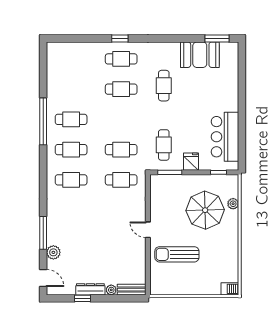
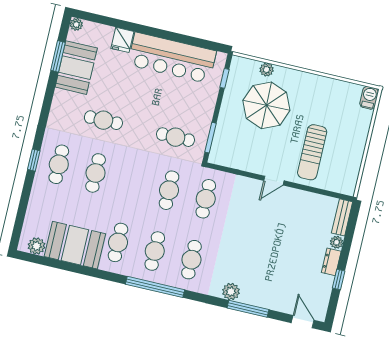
window: (217, 39) -> (58, 56), moved
plant: (234, 47) -> (76, 24), added
plant: (53, 56) -> (36, 246), added
booth: (61, 86) -> (75, 245), added
window: (43, 121) -> (155, 287), moved
bar counter: (225, 137) -> (172, 58), width x1.36
fridge: (191, 162) -> (122, 40), moved, turned -90
plant: (53, 252) -> (231, 292), moved
door: (43, 278) -> (303, 322), hinge flipped
dresser: (90, 289) -> (331, 262), width x0.70

